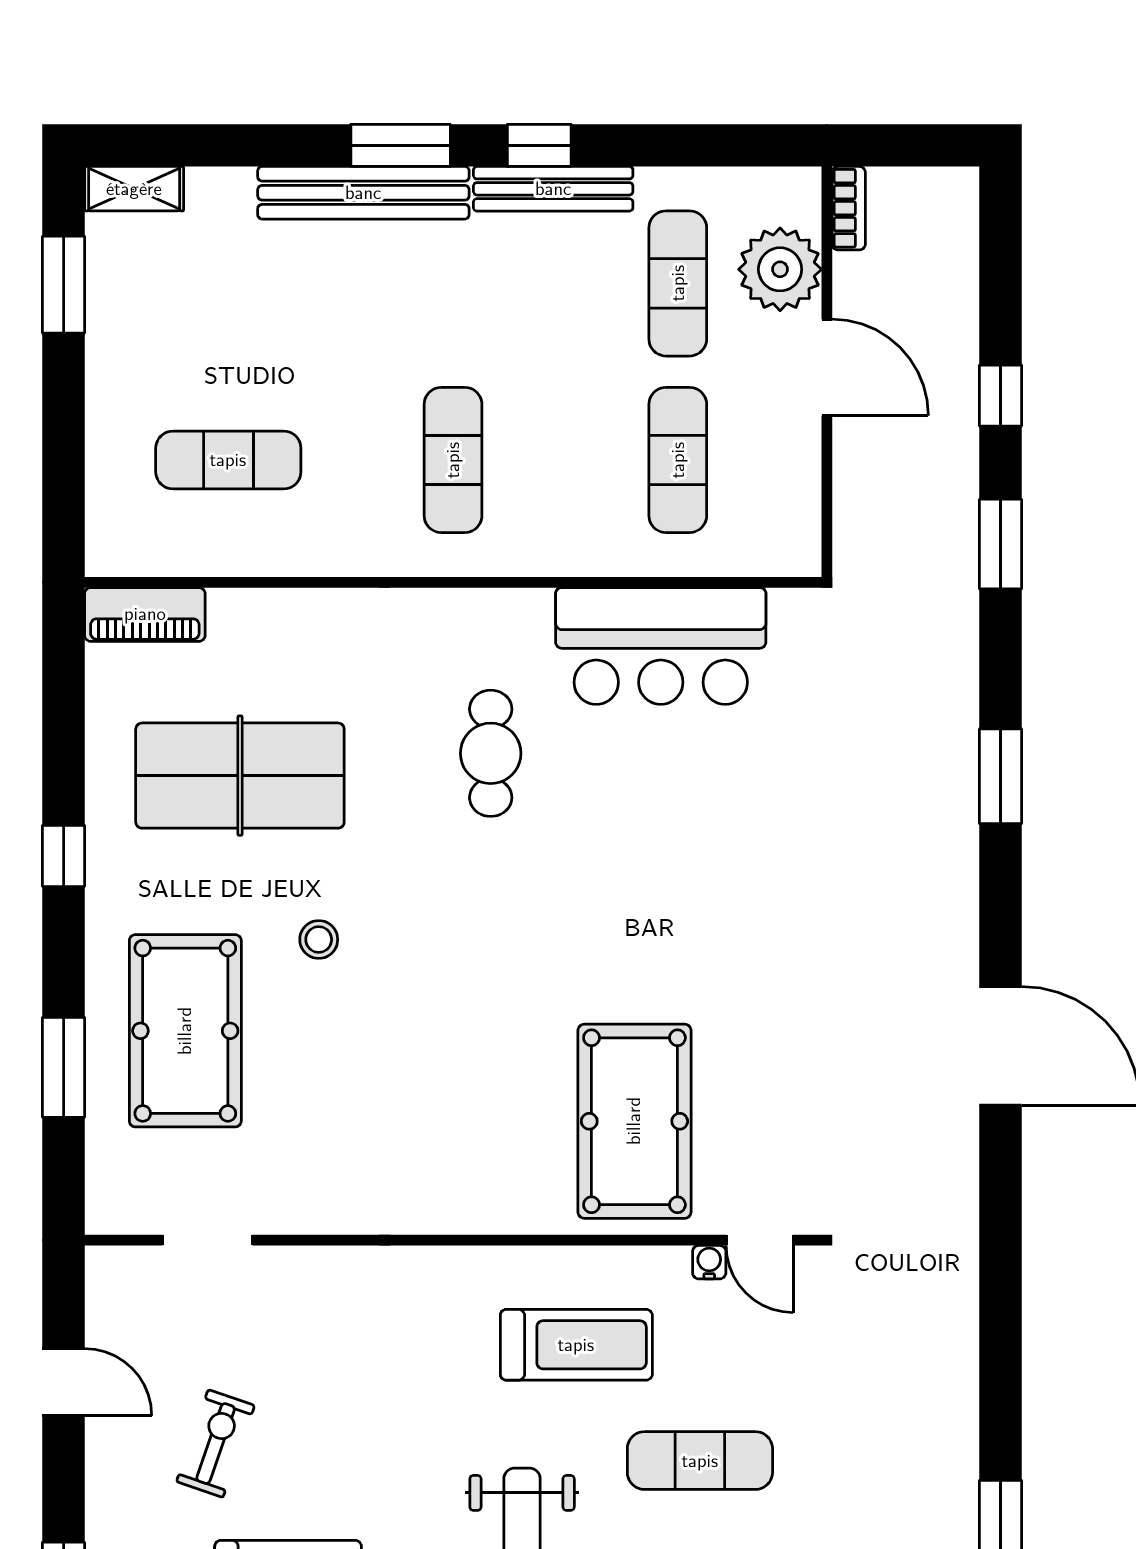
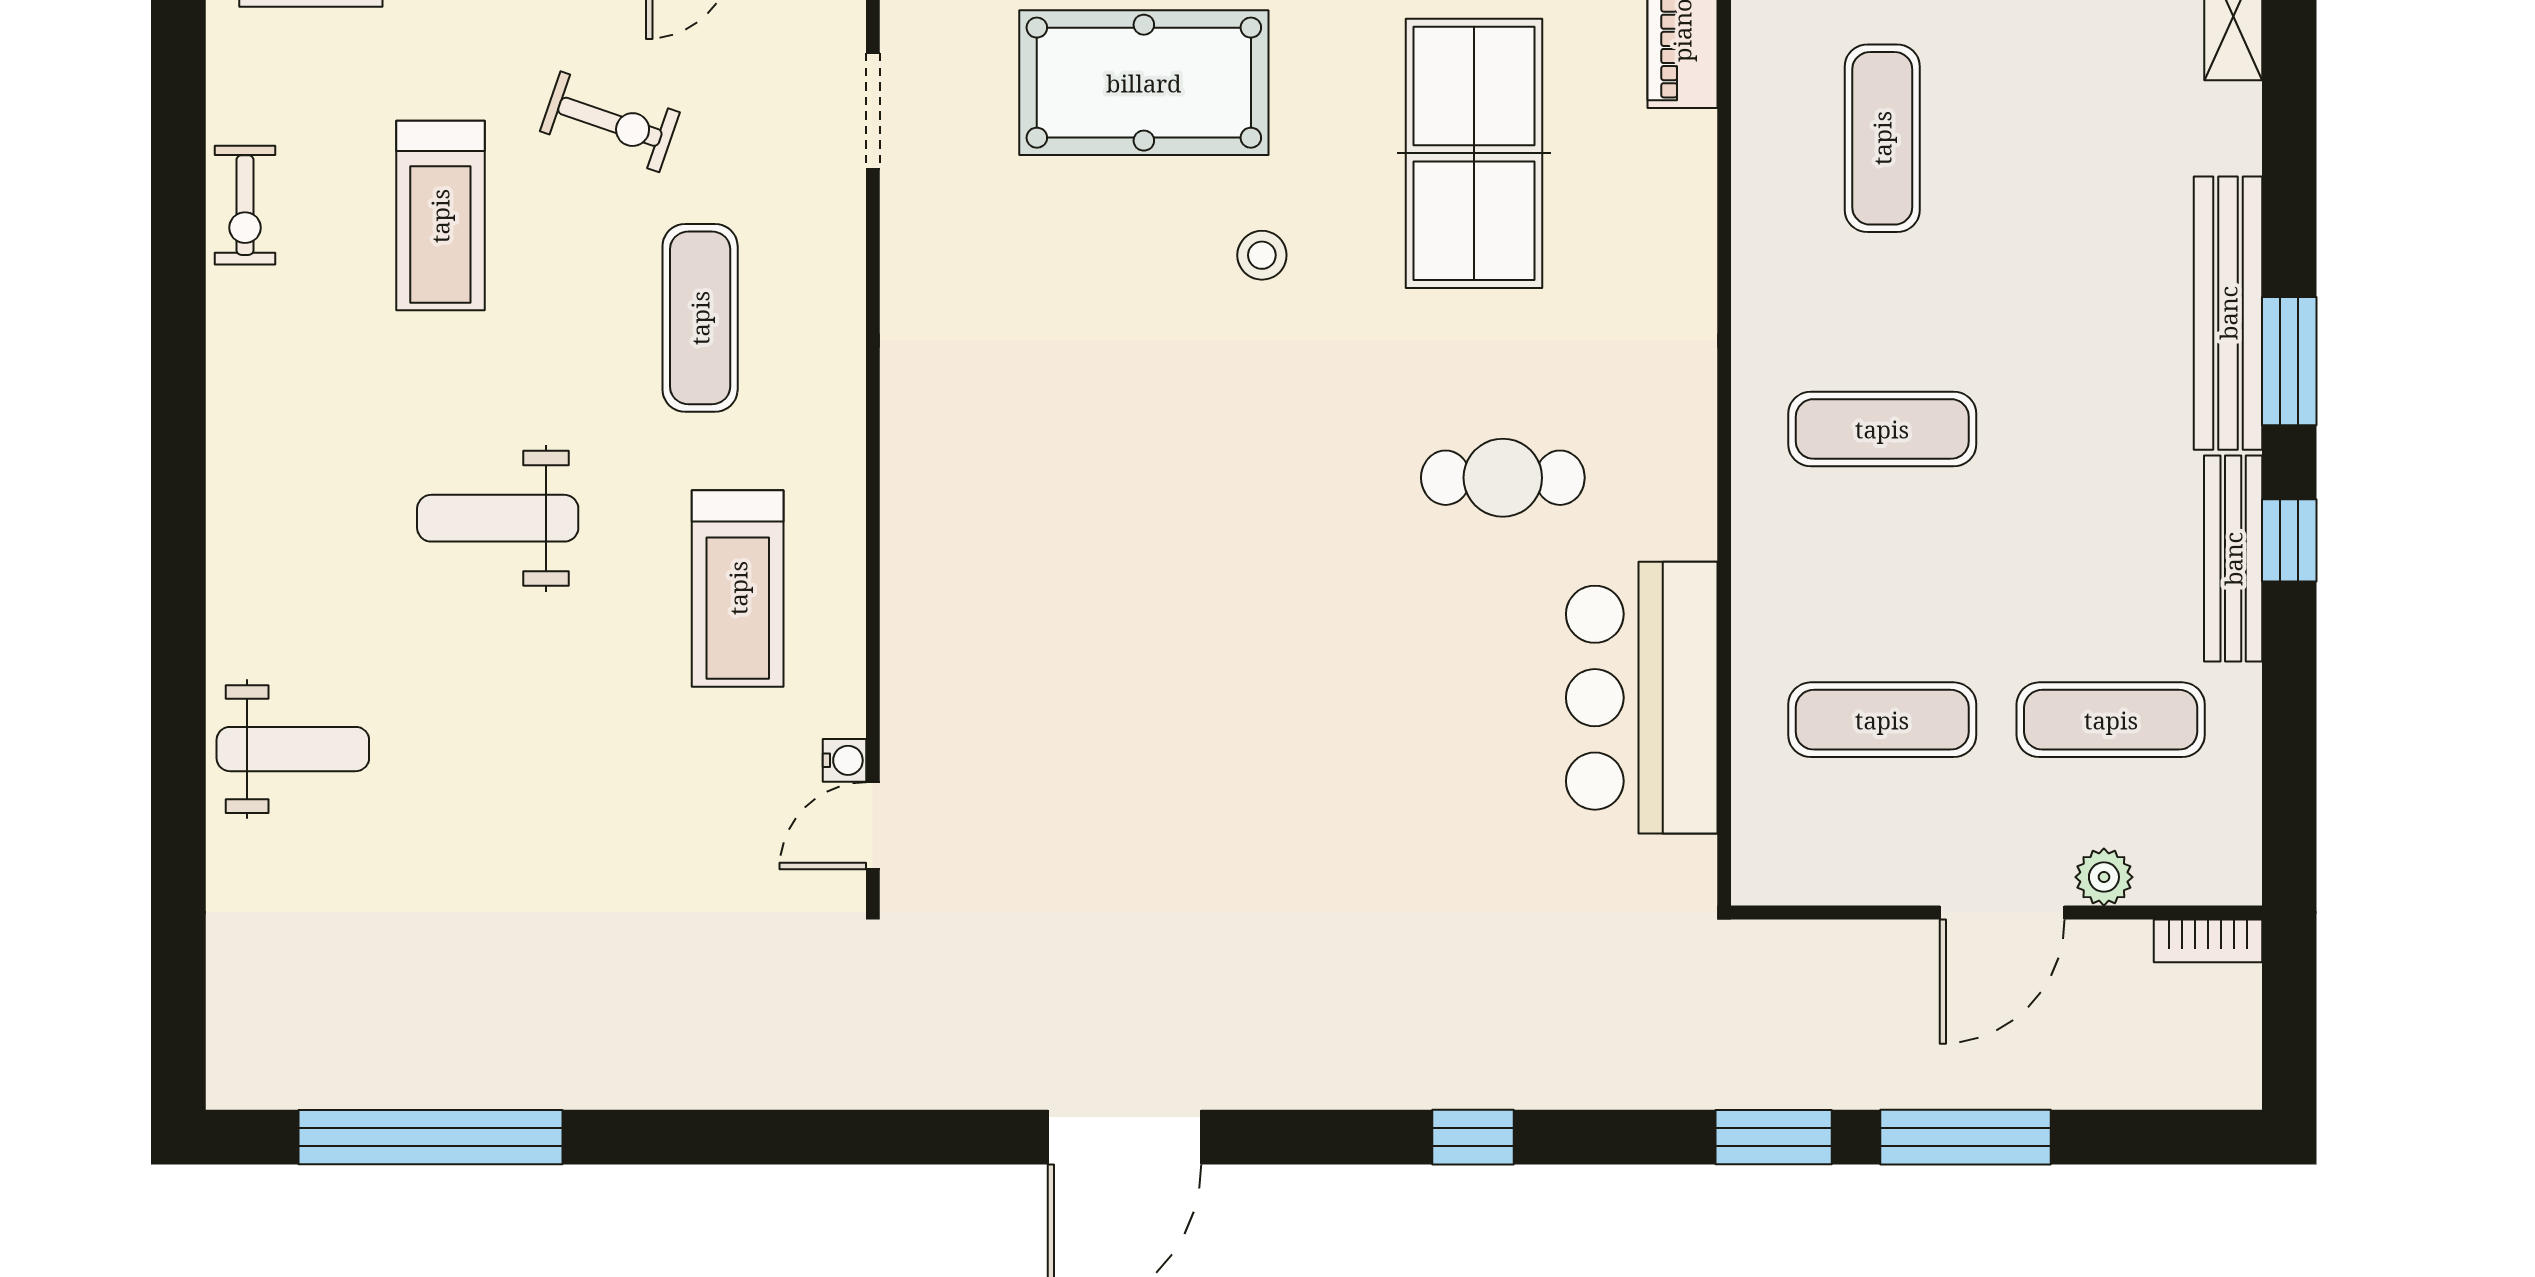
plant: (780, 269) -> (2104, 877), width x0.53, depth x0.53
window: (1000, 396) -> (1966, 1137), width x2.17
window: (1000, 776) -> (1473, 1137), width x0.67
pool table: (634, 1121) -> (1027, 664), removed
exercise mat: (700, 1461) -> (700, 318), moved

